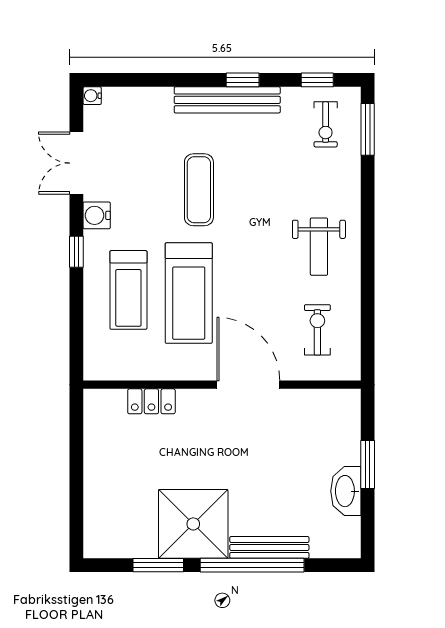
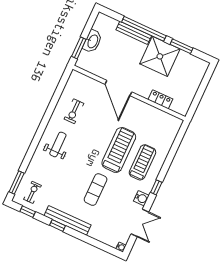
wall: (222, 385) -> (129, 93), moved
door: (248, 385) -> (118, 88), moved
locker: (151, 401) -> (160, 99), moved

